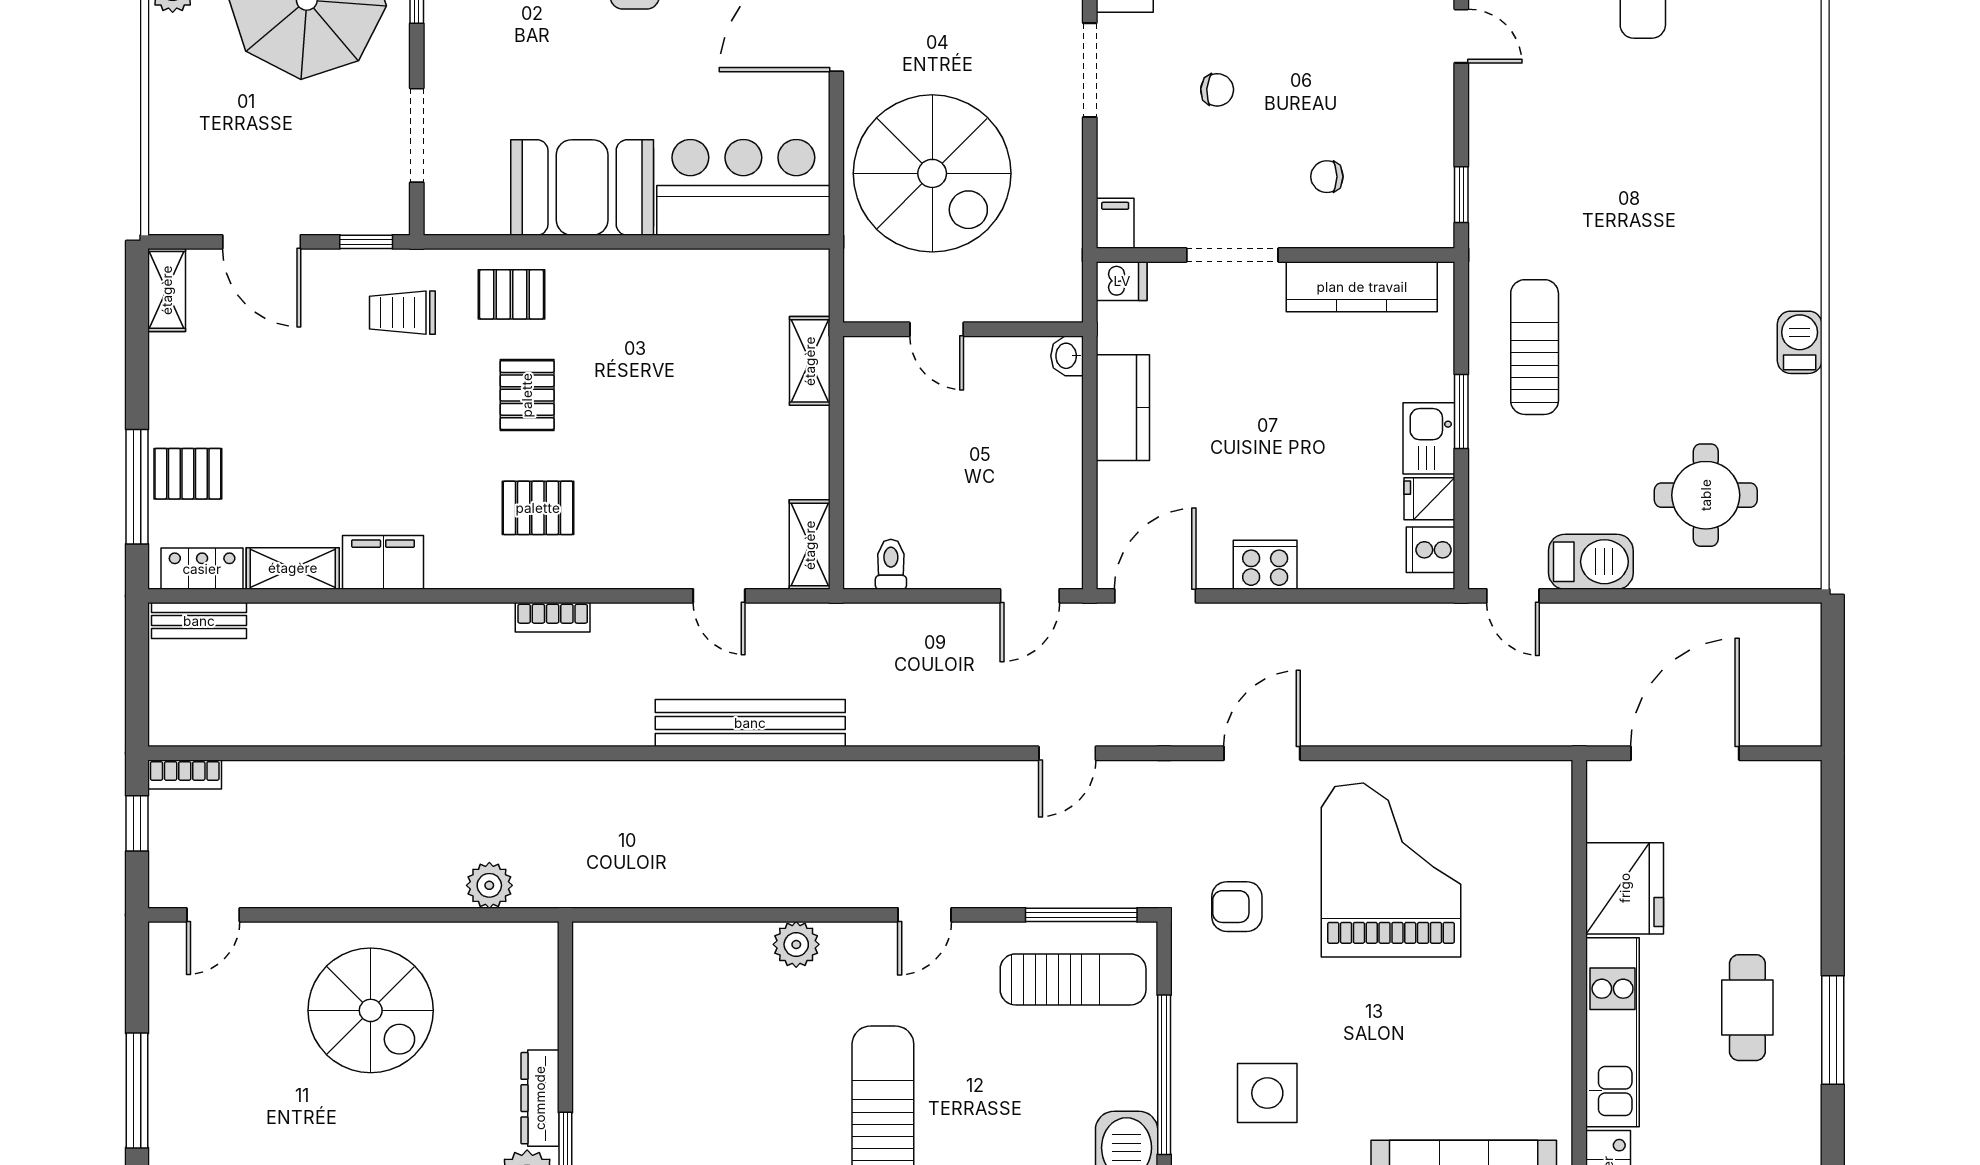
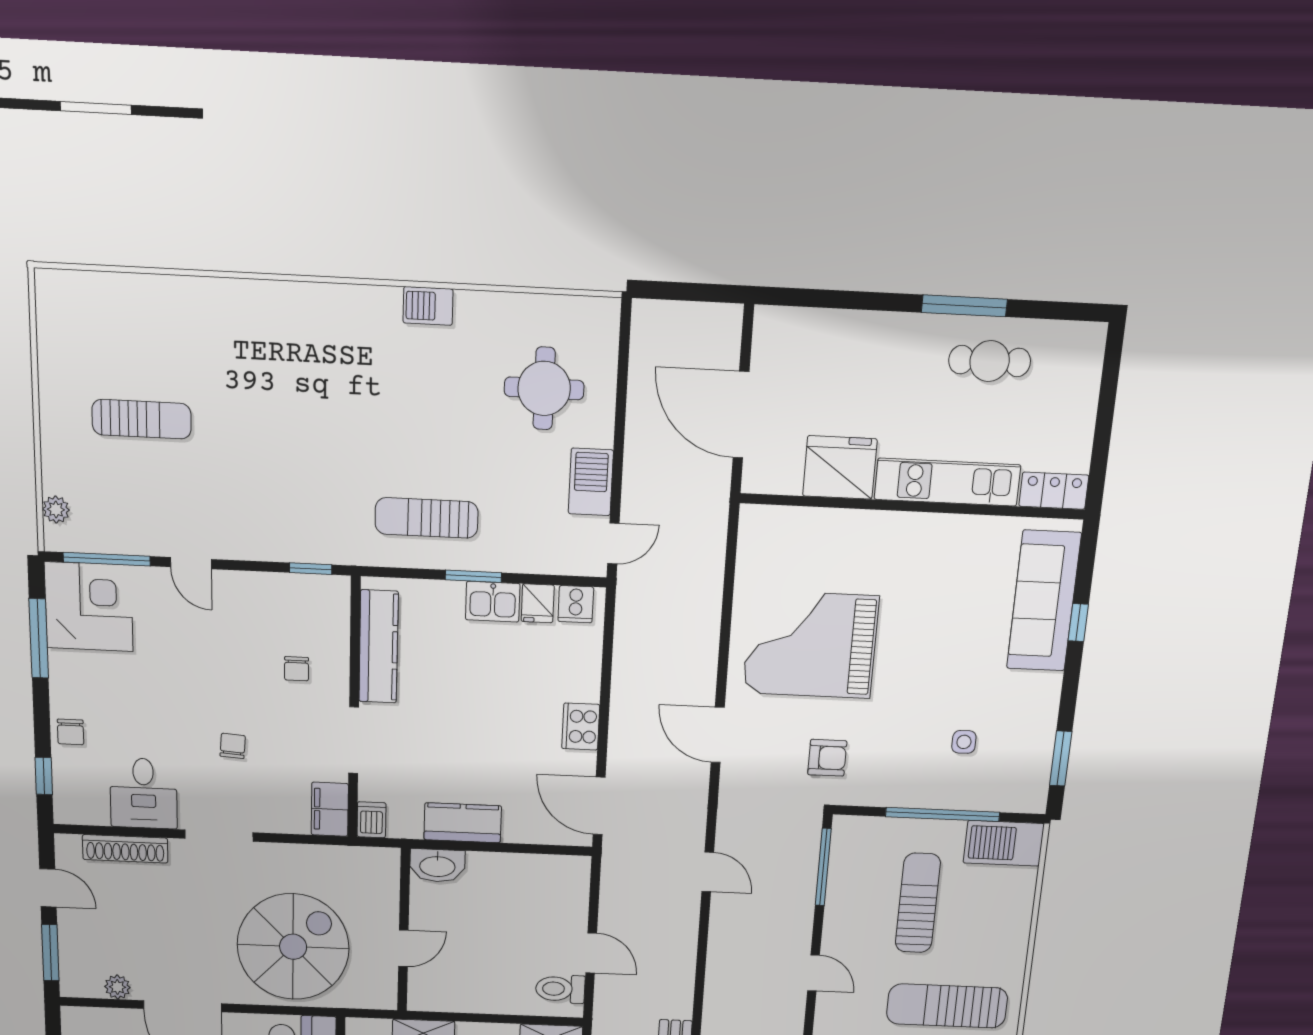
door: (1461, 36) -> (191, 563), swing flipped
filing cabinet: (1115, 223) -> (330, 809), width x2.00
washbasin: (1067, 356) -> (437, 866), width x1.91, depth x1.45
toilet: (891, 564) -> (560, 989), width x1.37, depth x1.39
door: (1030, 596) -> (591, 953), moved
armchair: (1237, 907) -> (827, 758), turned -90
sun lounger: (1073, 979) -> (918, 903), moved
cafe table: (1747, 1008) -> (990, 361), moved
side table: (1267, 1093) -> (964, 742), width x0.54, depth x0.54

